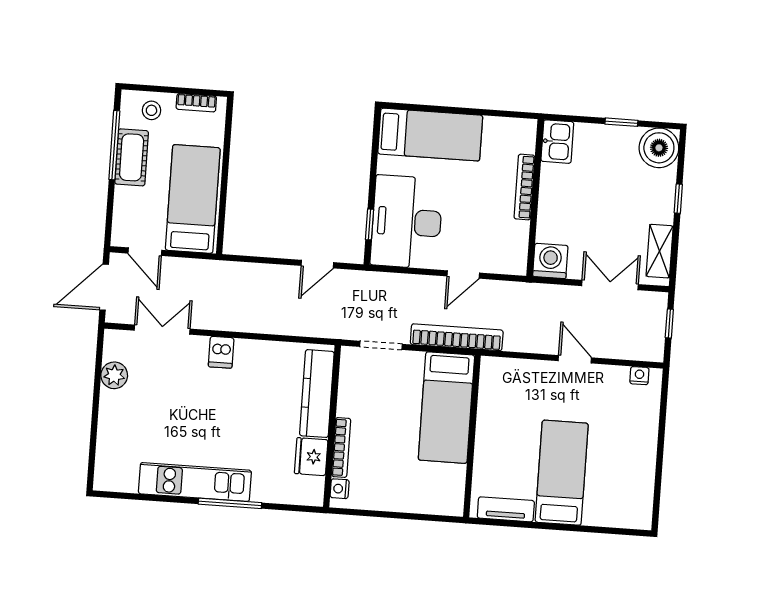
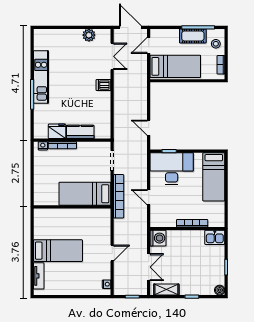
boiler: (659, 148) -> (220, 290), width x0.54, depth x0.54
kitchen counter: (317, 394) -> (80, 132), width x0.67
tv unit: (506, 509) -> (39, 276), moved

